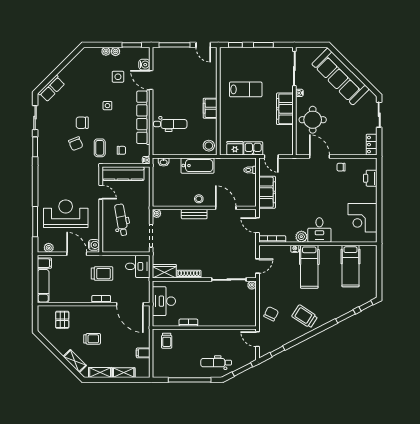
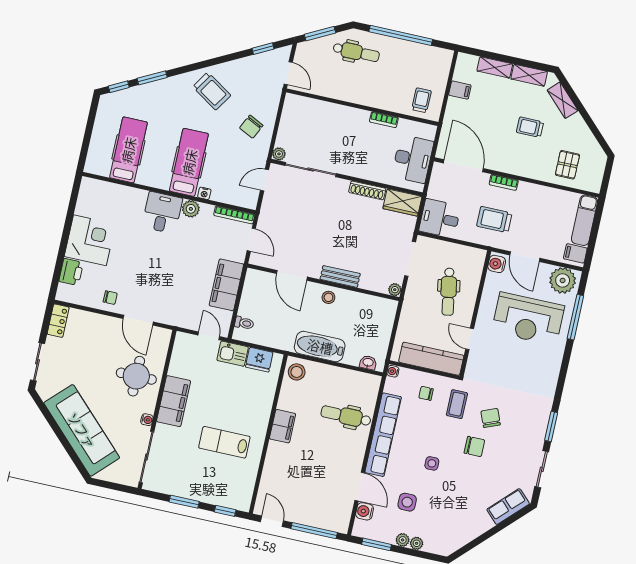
corner desk: (363, 218) -> (90, 240), moved
plant: (49, 248) -> (563, 280), width x1.87, depth x1.87
chair: (271, 314) -> (251, 127), moved

